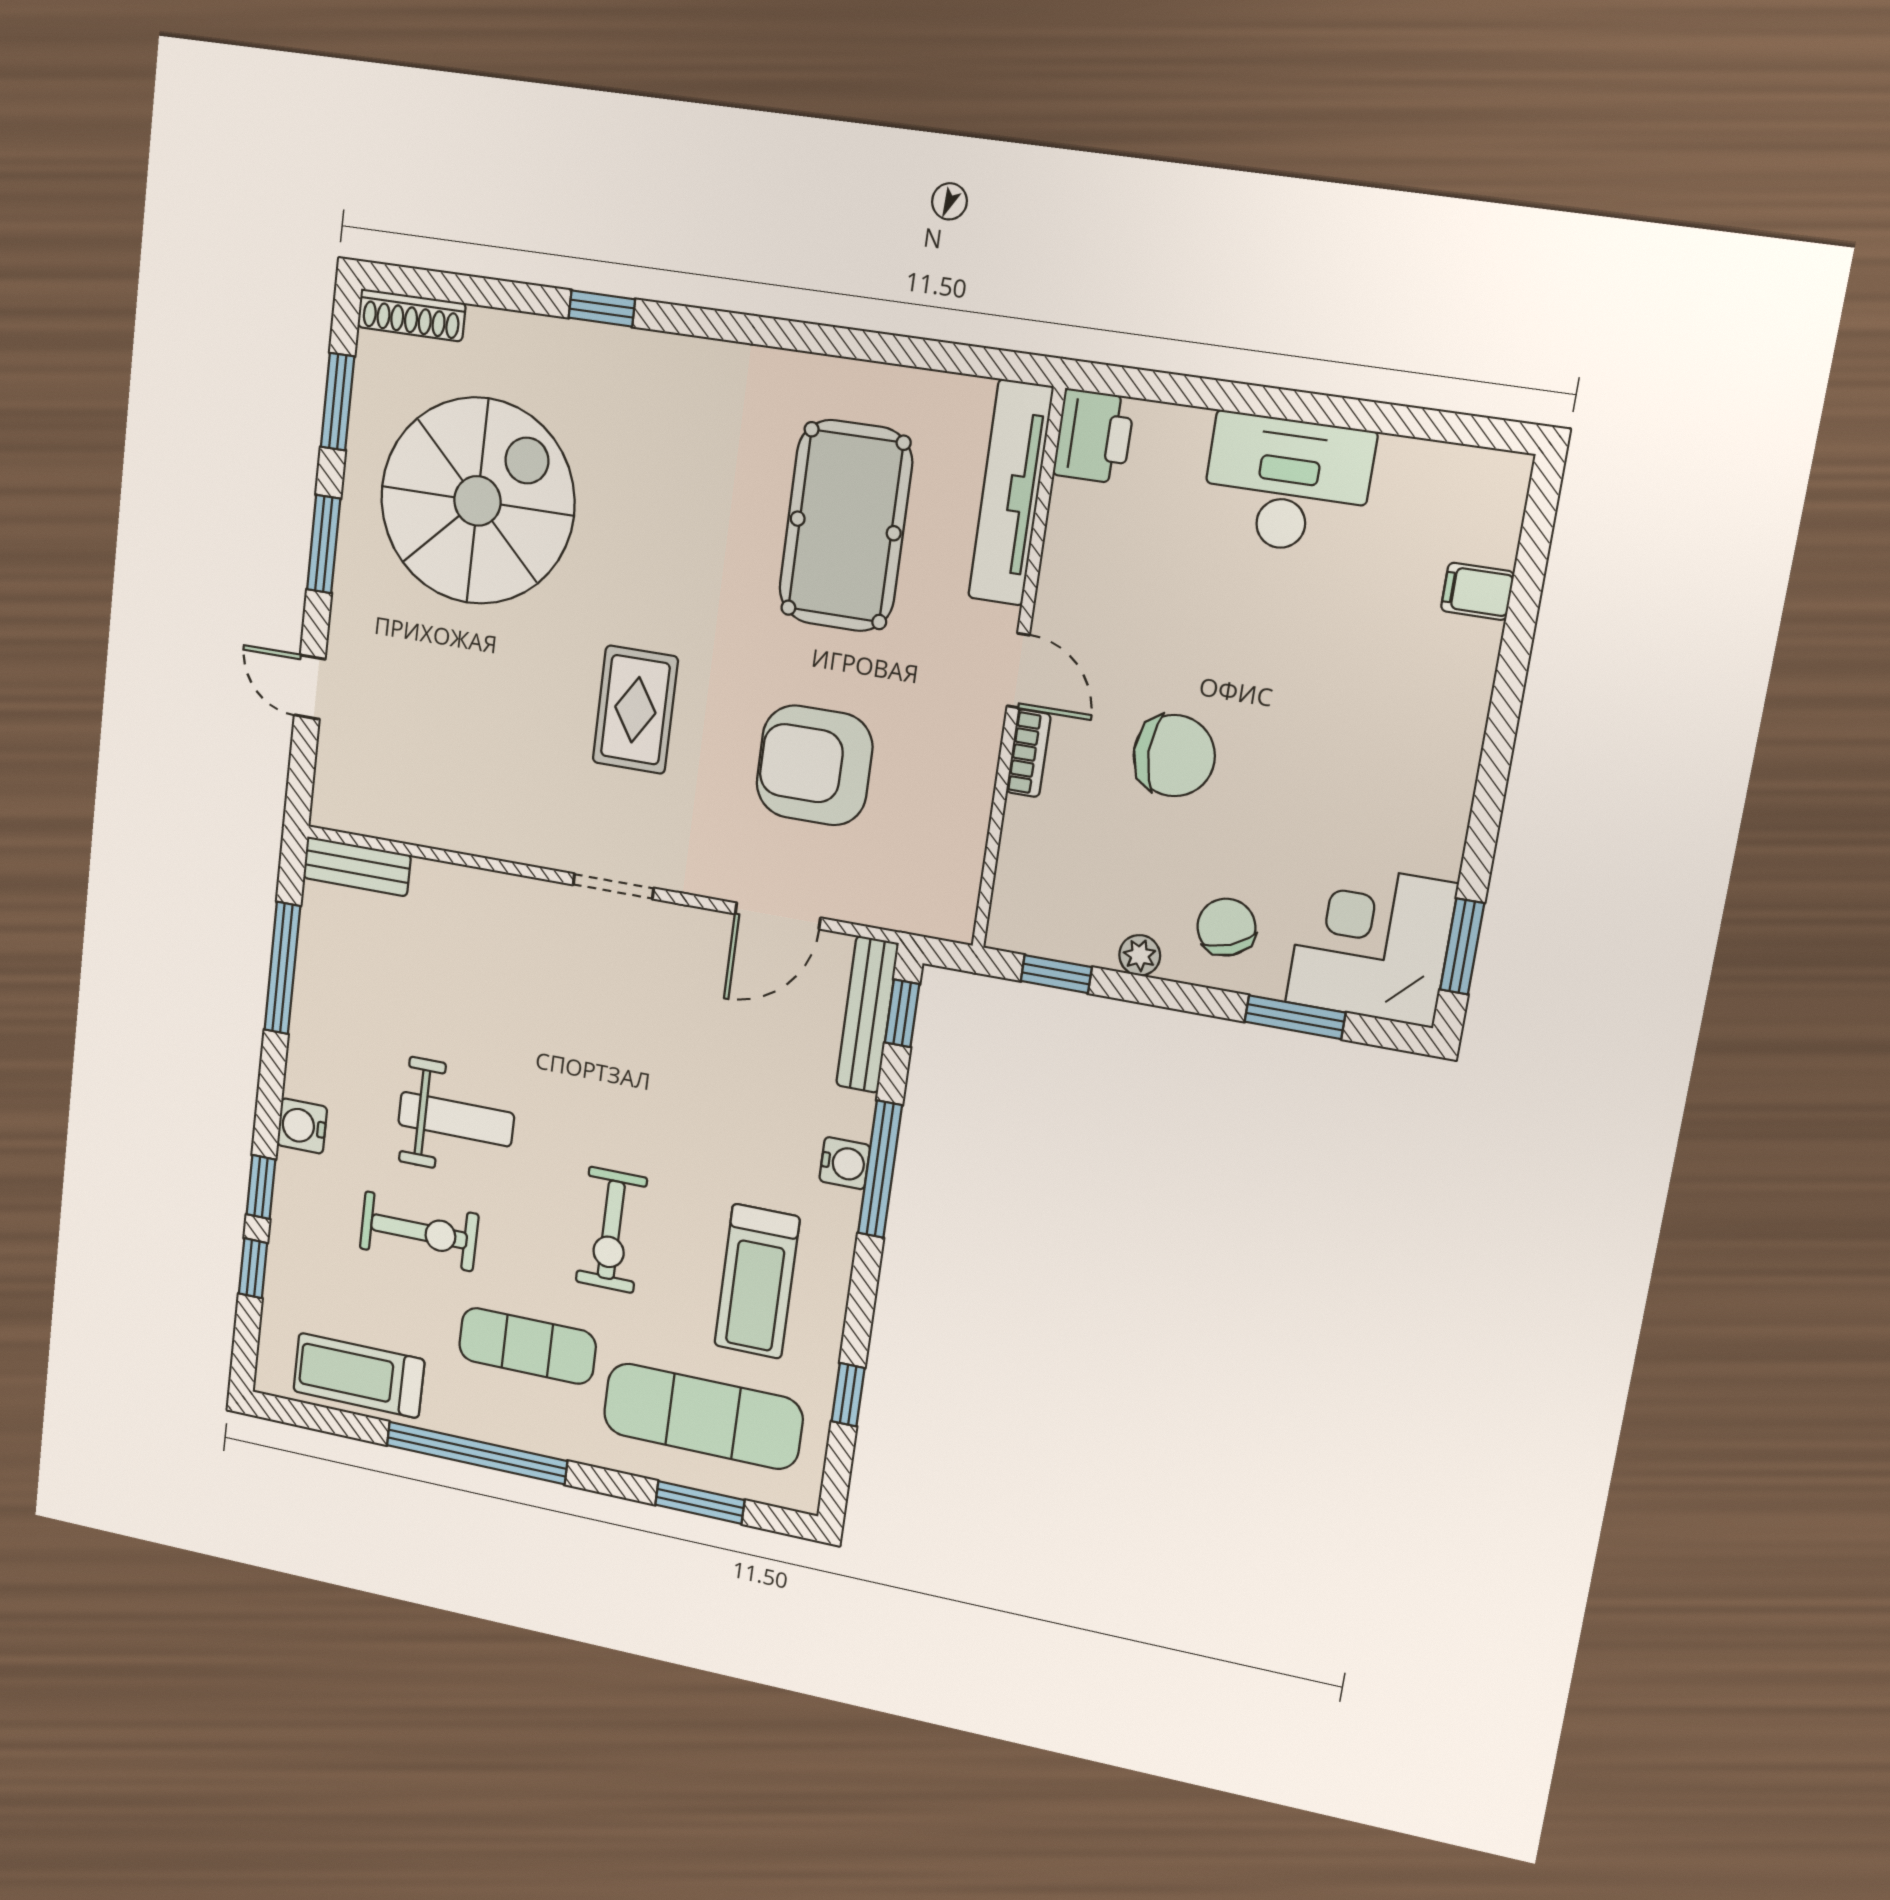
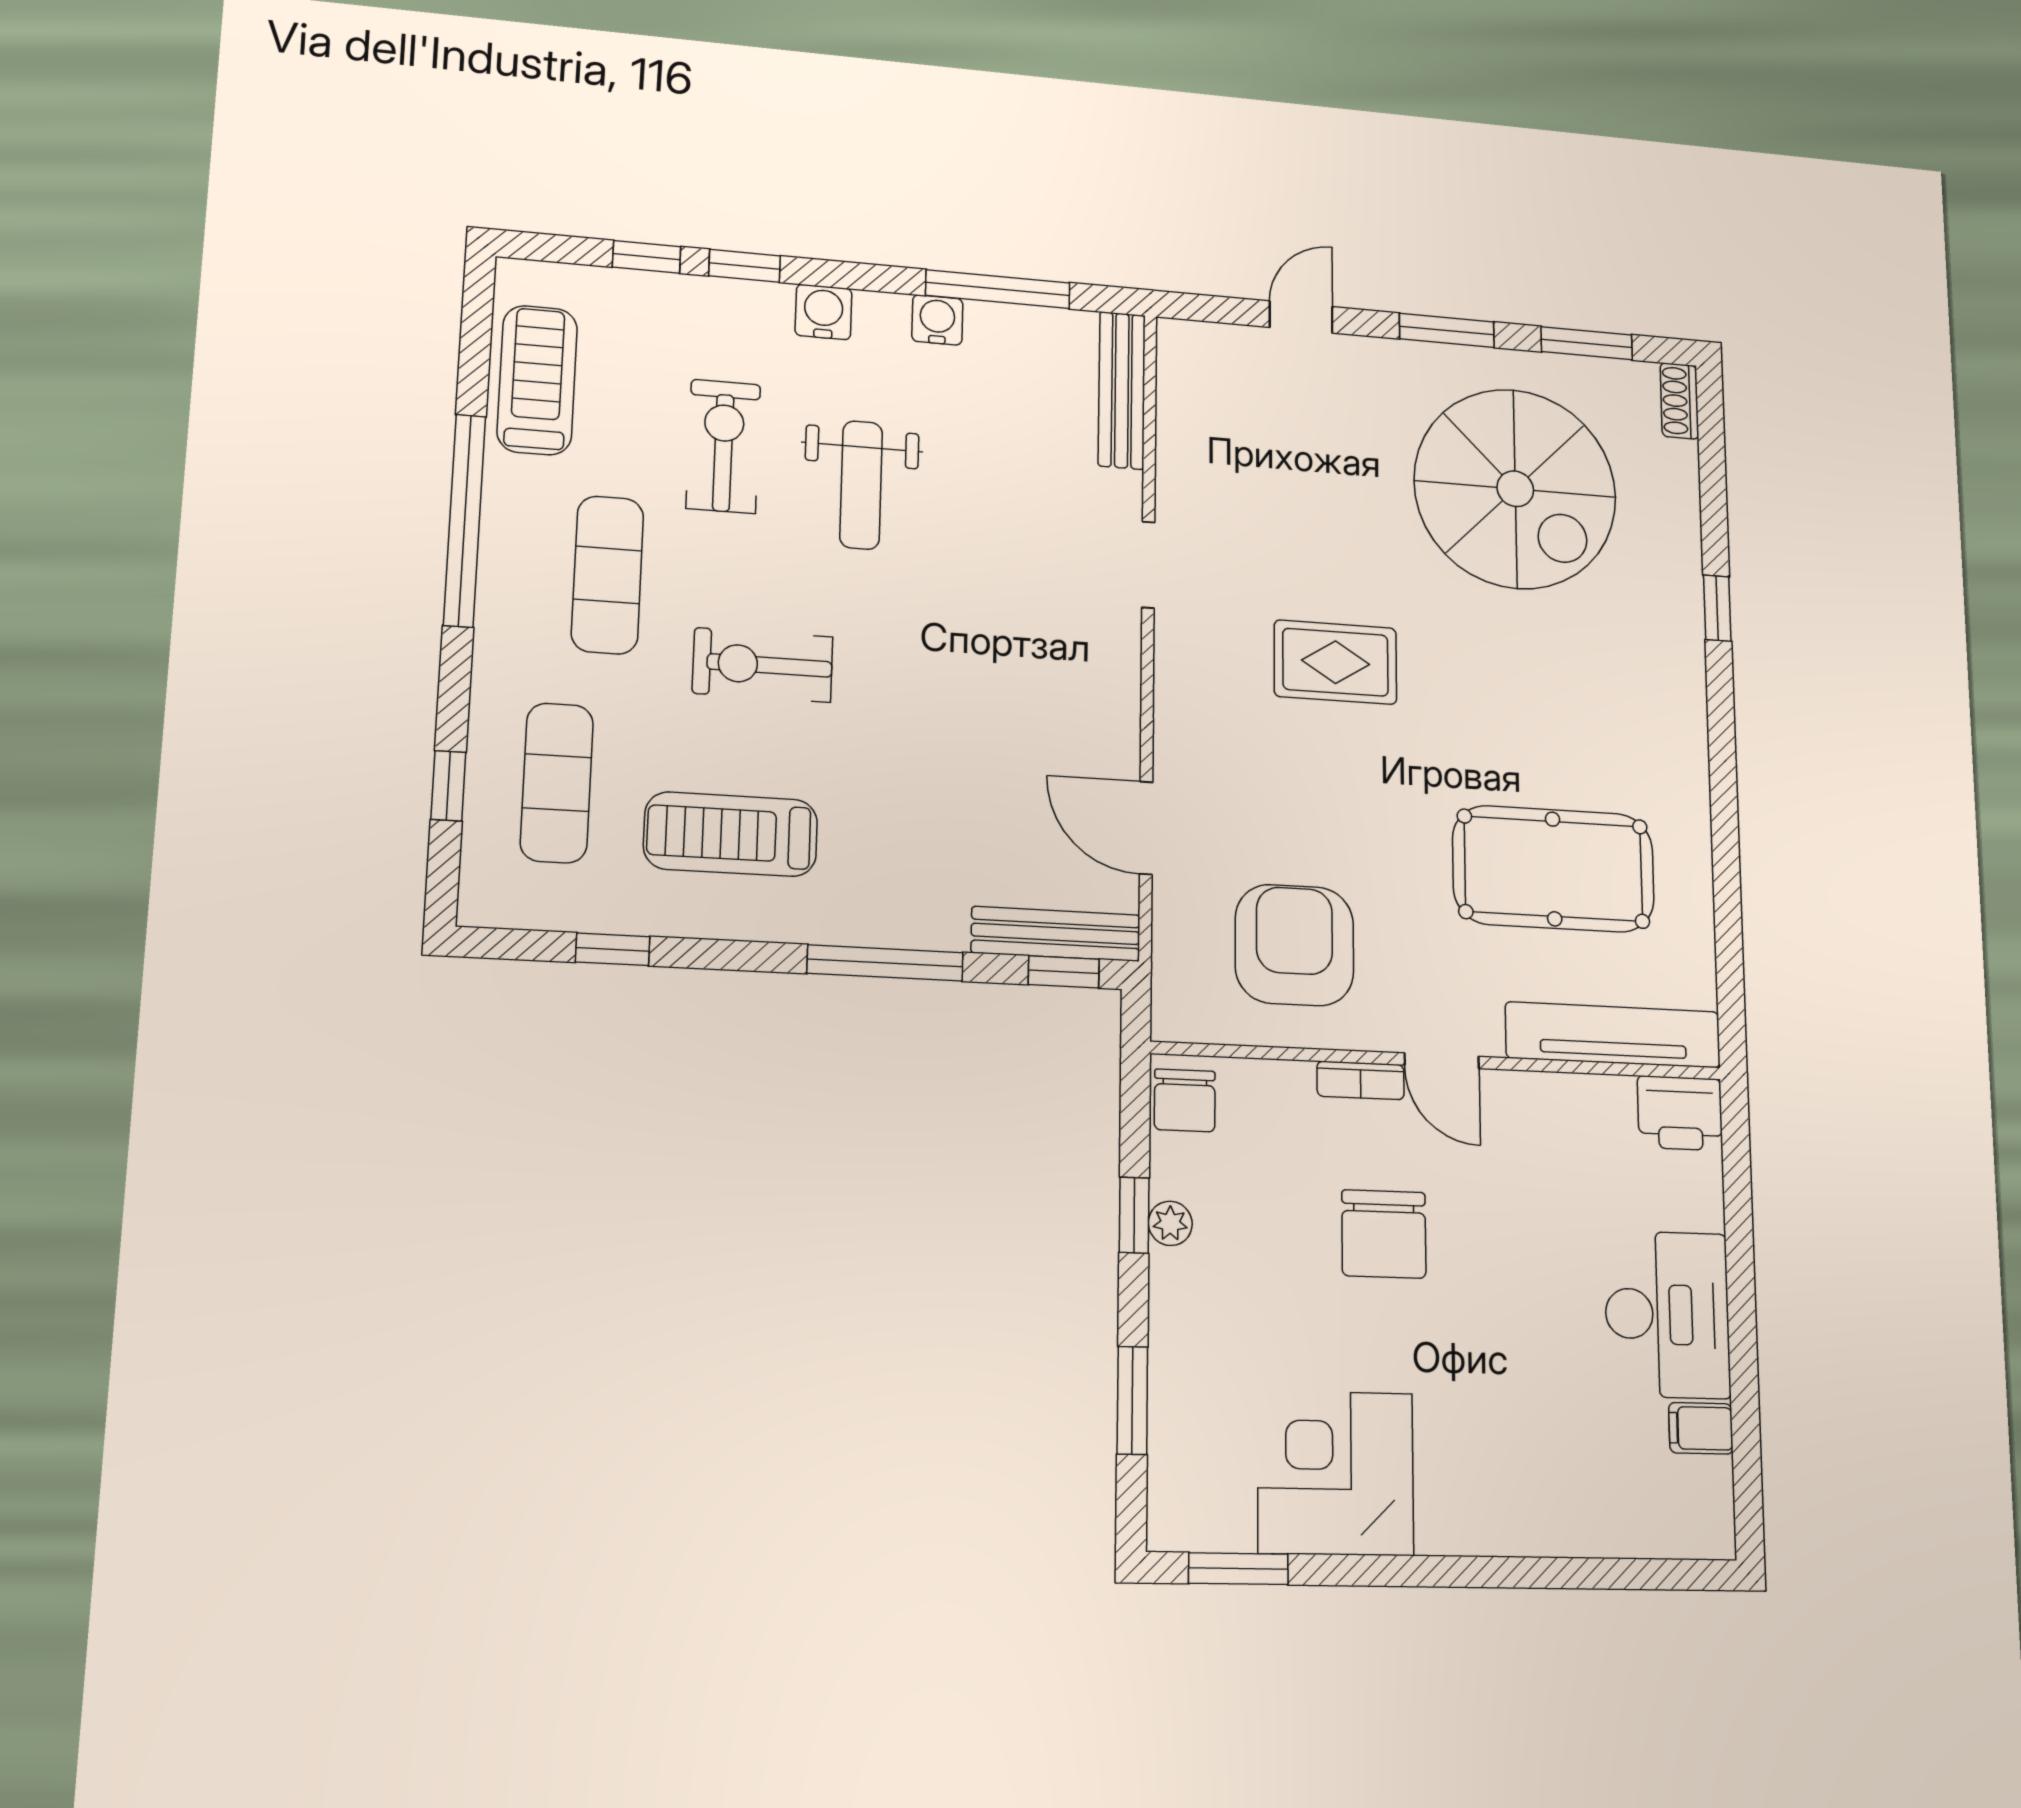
shoe rack: (411, 315) -> (1679, 401), width x0.70
filing cabinet: (1477, 591) -> (1701, 1428), moved, turned -90
door: (1018, 671) -> (1442, 1061), hinge flipped
armchair: (814, 765) -> (1294, 945), moved
bench: (357, 866) -> (1122, 390), width x1.36
doorway: (613, 886) -> (1148, 565), moved
chair: (1226, 927) -> (1185, 1100), moved, turned 112
corner desk: (1371, 943) -> (1336, 1473), moved, turned -90
window: (1056, 974) -> (1134, 1215), moved
water cooler: (845, 1163) -> (937, 320), moved, turned 180
exercise bike: (419, 1231) -> (723, 446), turned 180
exercise mat: (703, 1416) -> (557, 783), width x0.73, depth x0.69
window: (700, 1502) -> (448, 786), width x0.67

